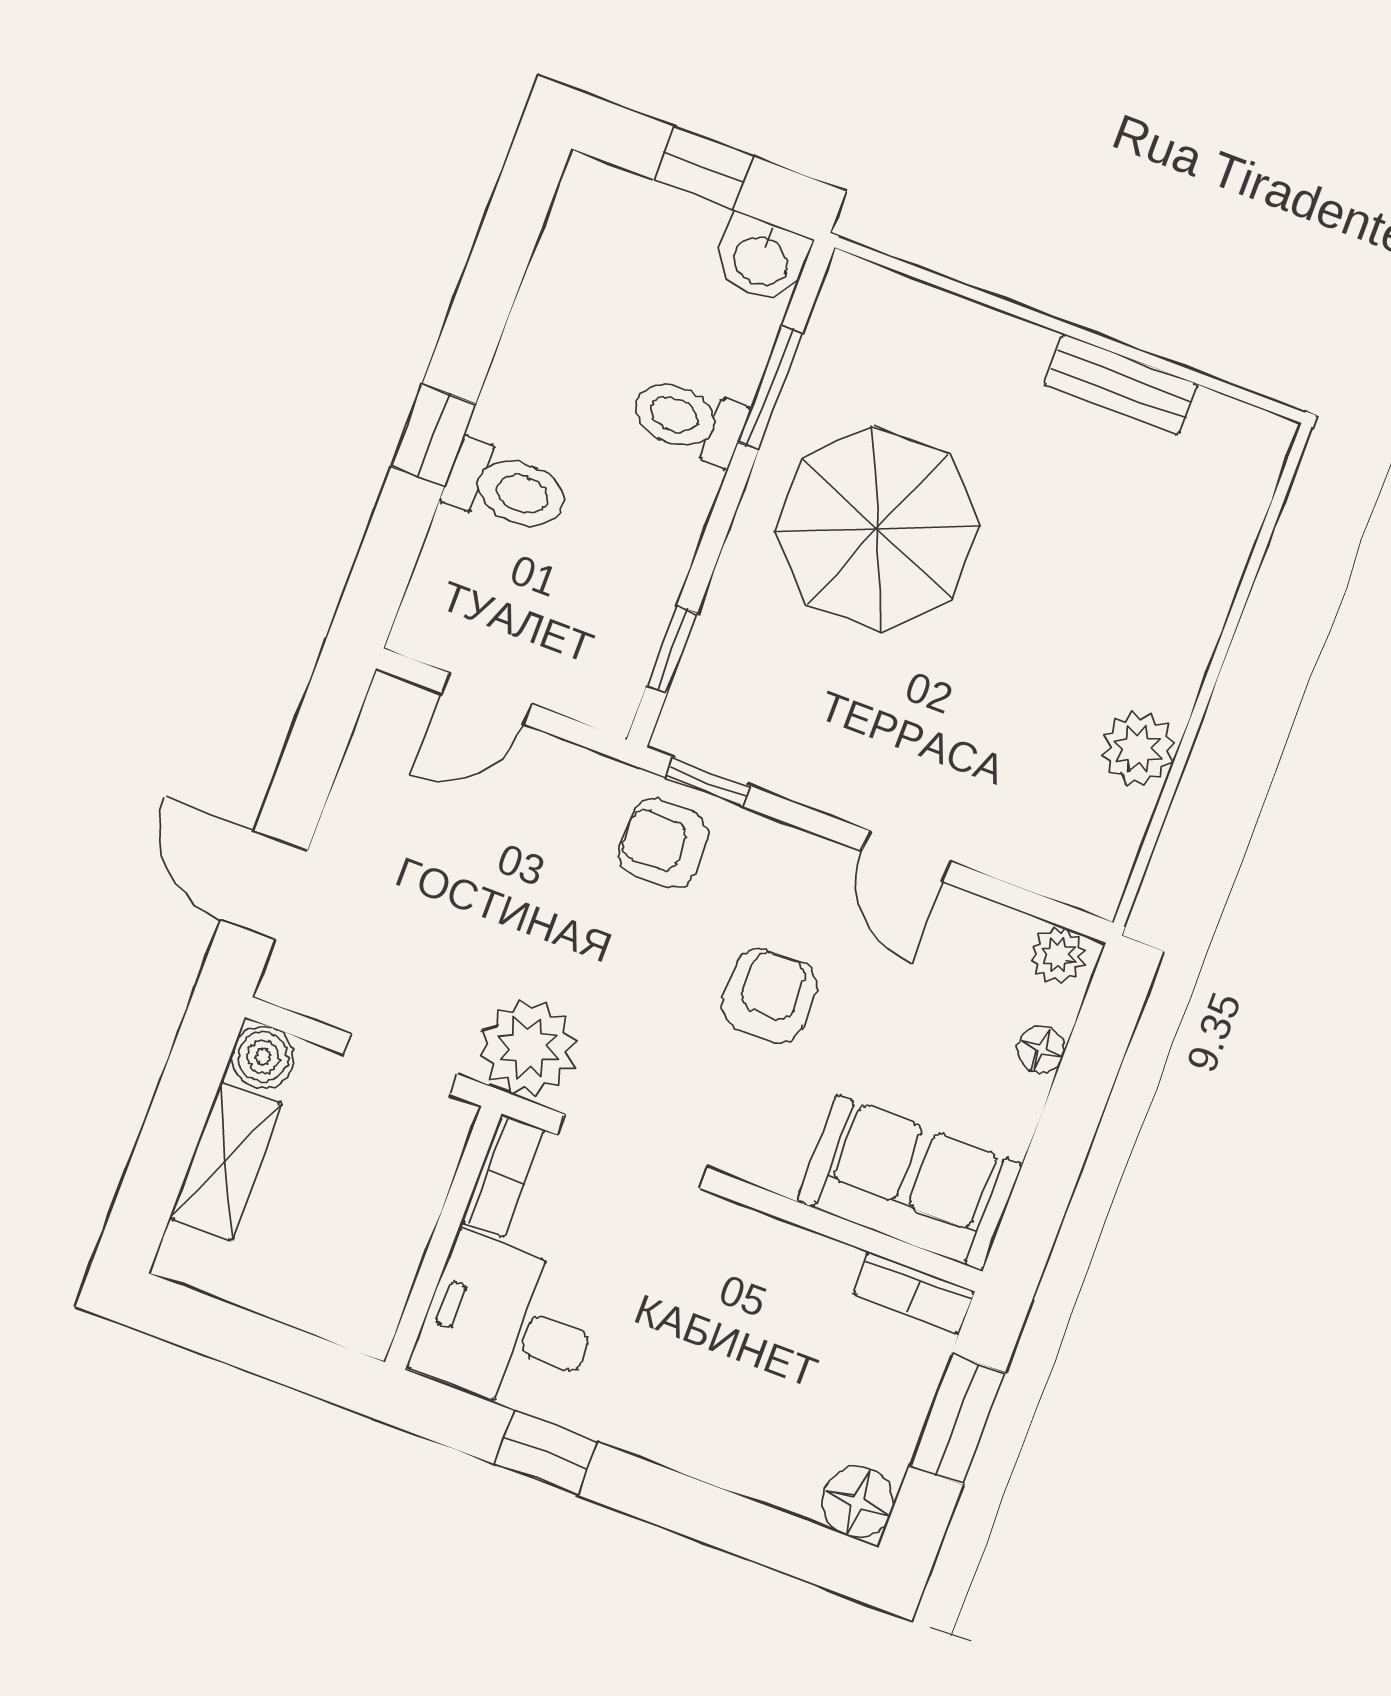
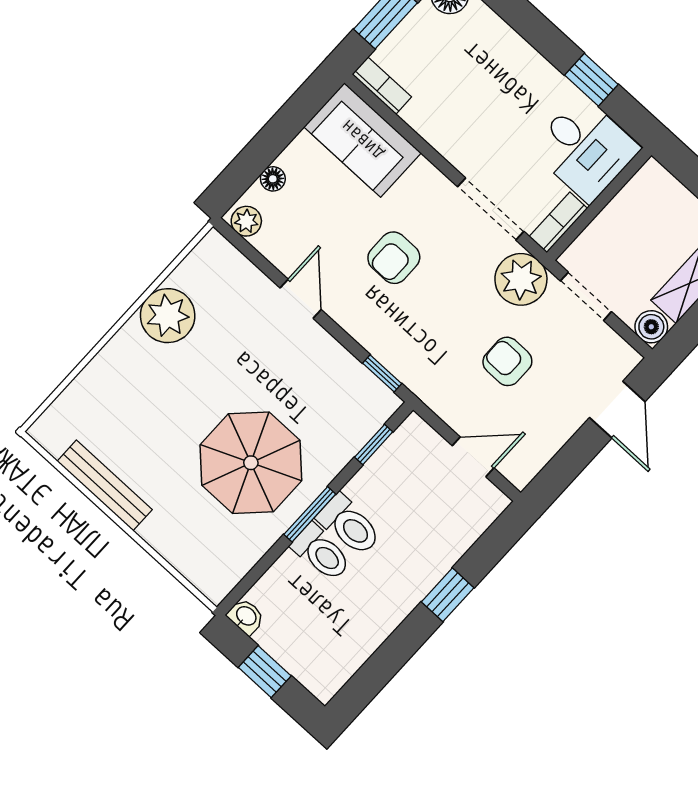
washbasin: (761, 259) -> (246, 616), width x0.72, depth x0.69
bench: (1121, 384) -> (105, 485), width x1.36
window: (770, 388) -> (310, 514), moved
toilet: (506, 488) -> (349, 525), moved, turned 180
plant: (1138, 749) -> (168, 316), width x1.36, depth x1.36
armchair: (663, 844) -> (507, 361), moved, turned 180

